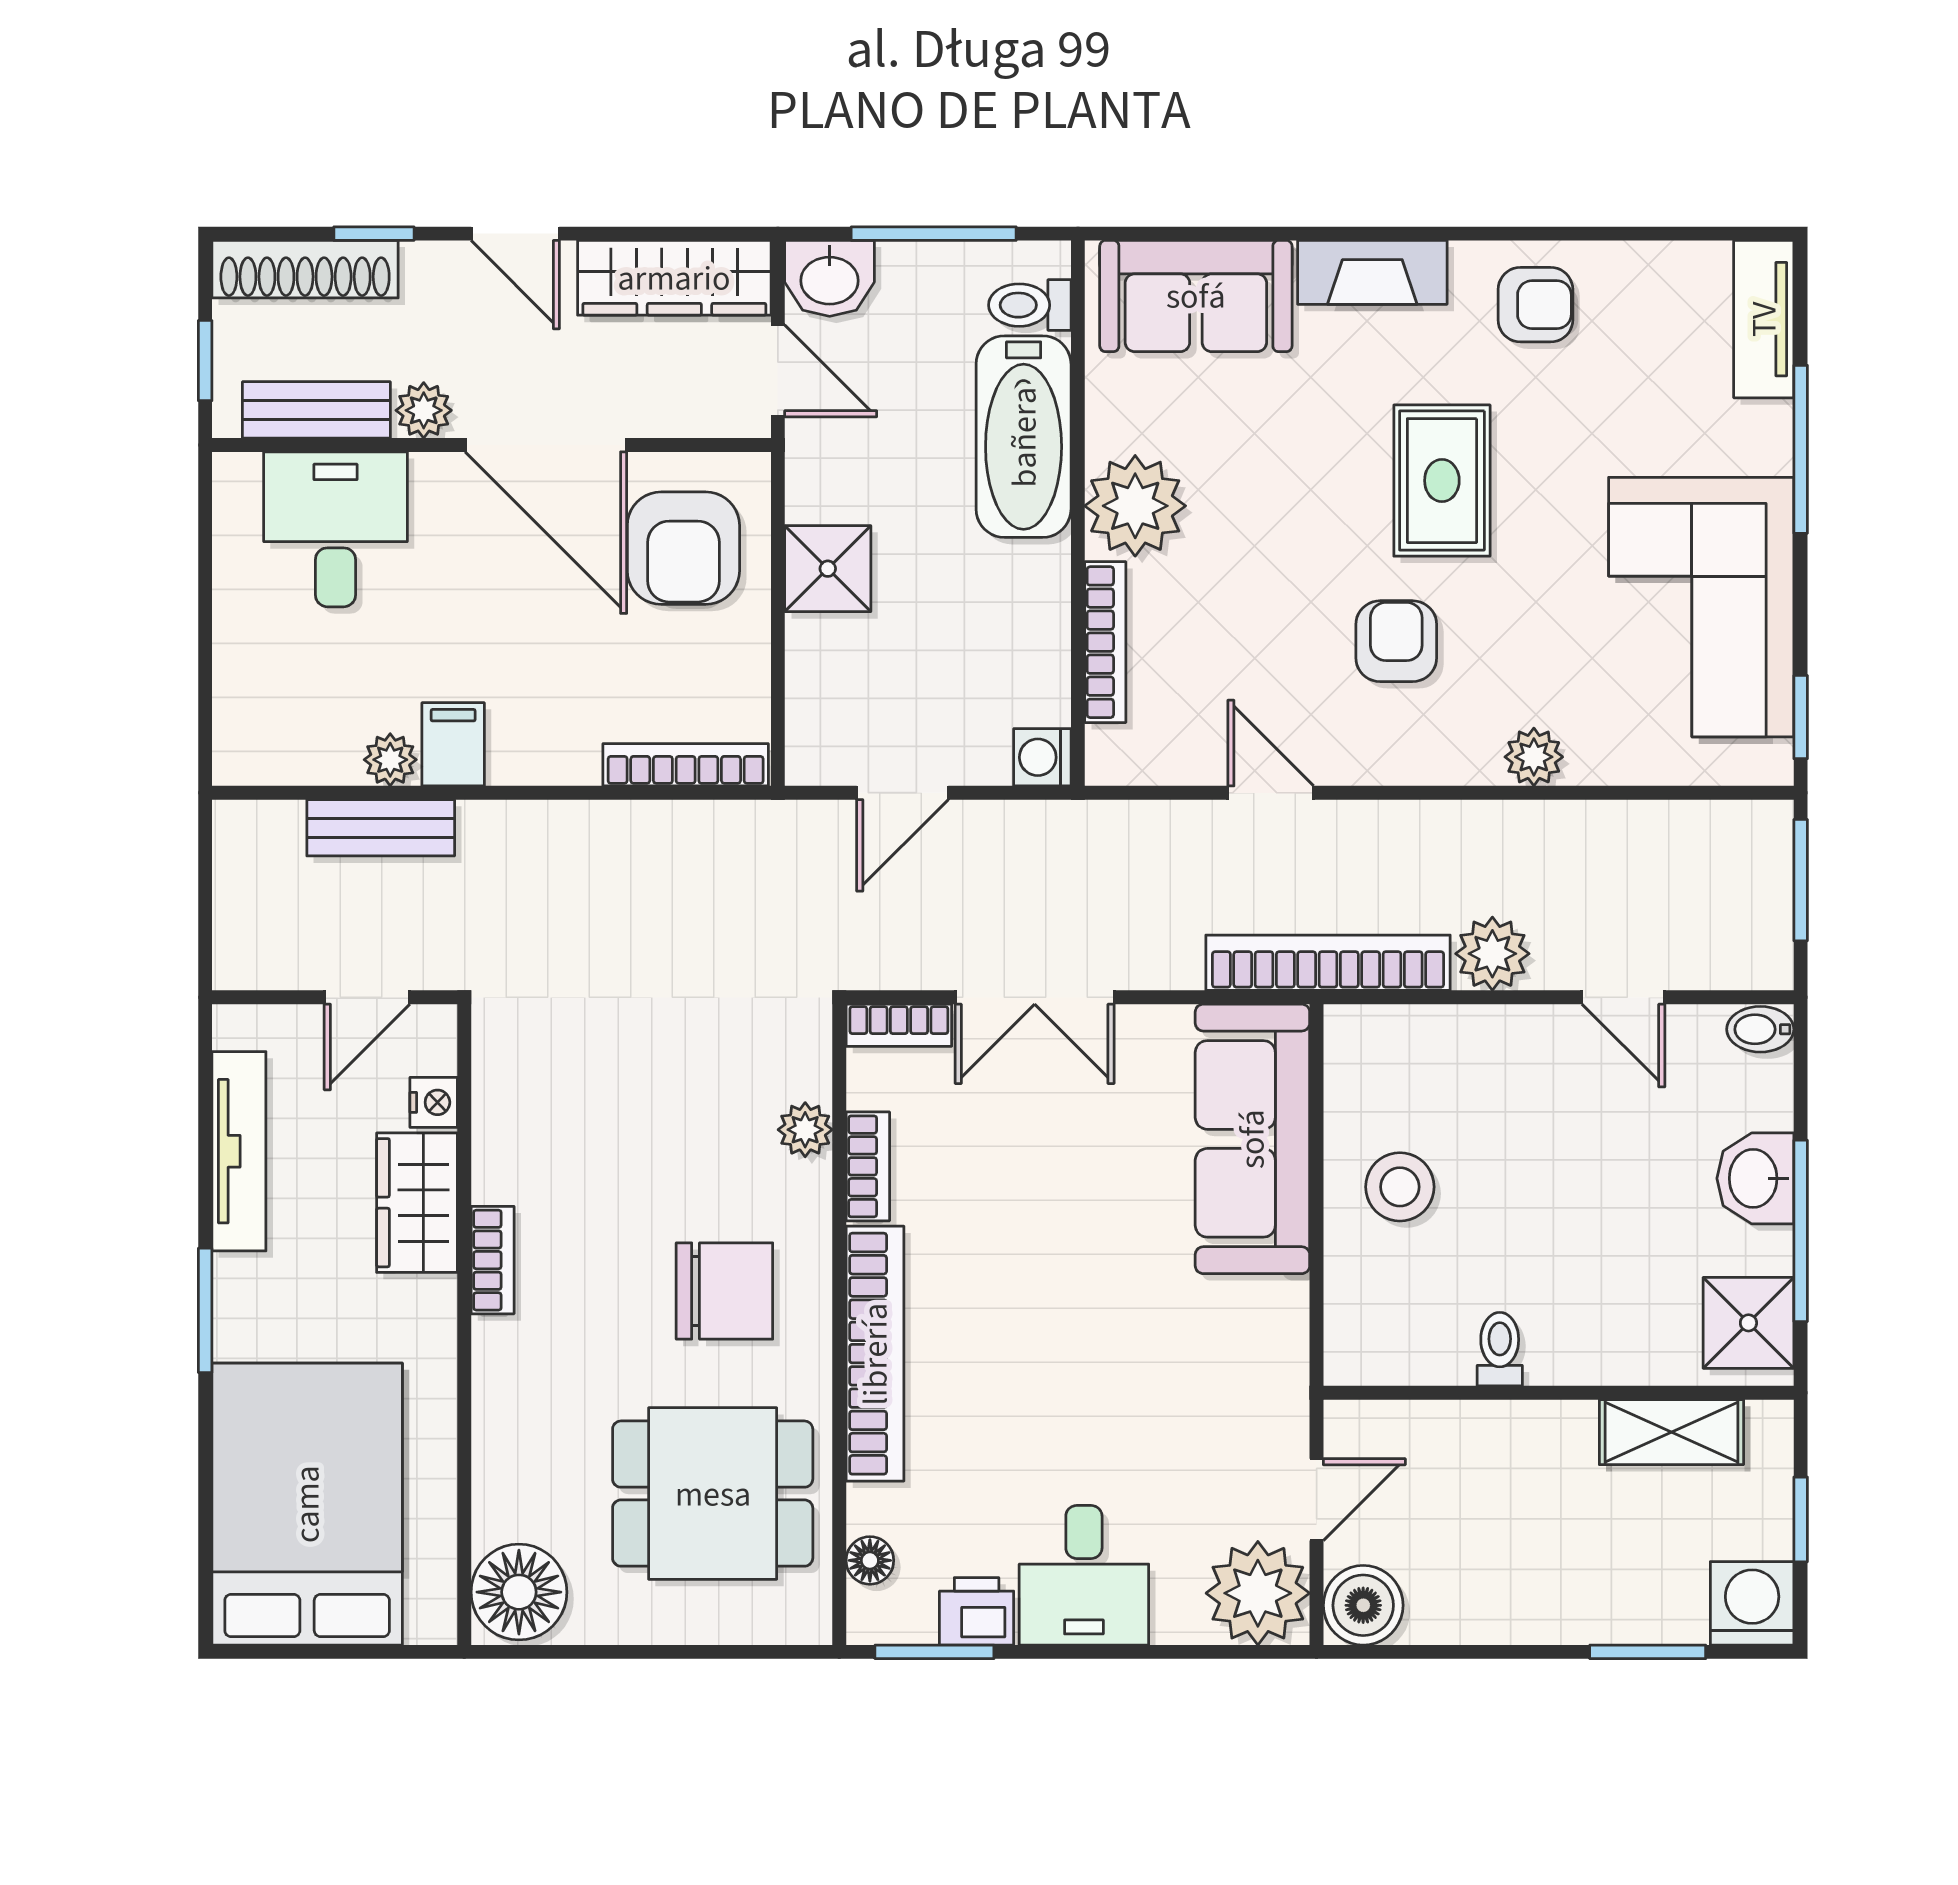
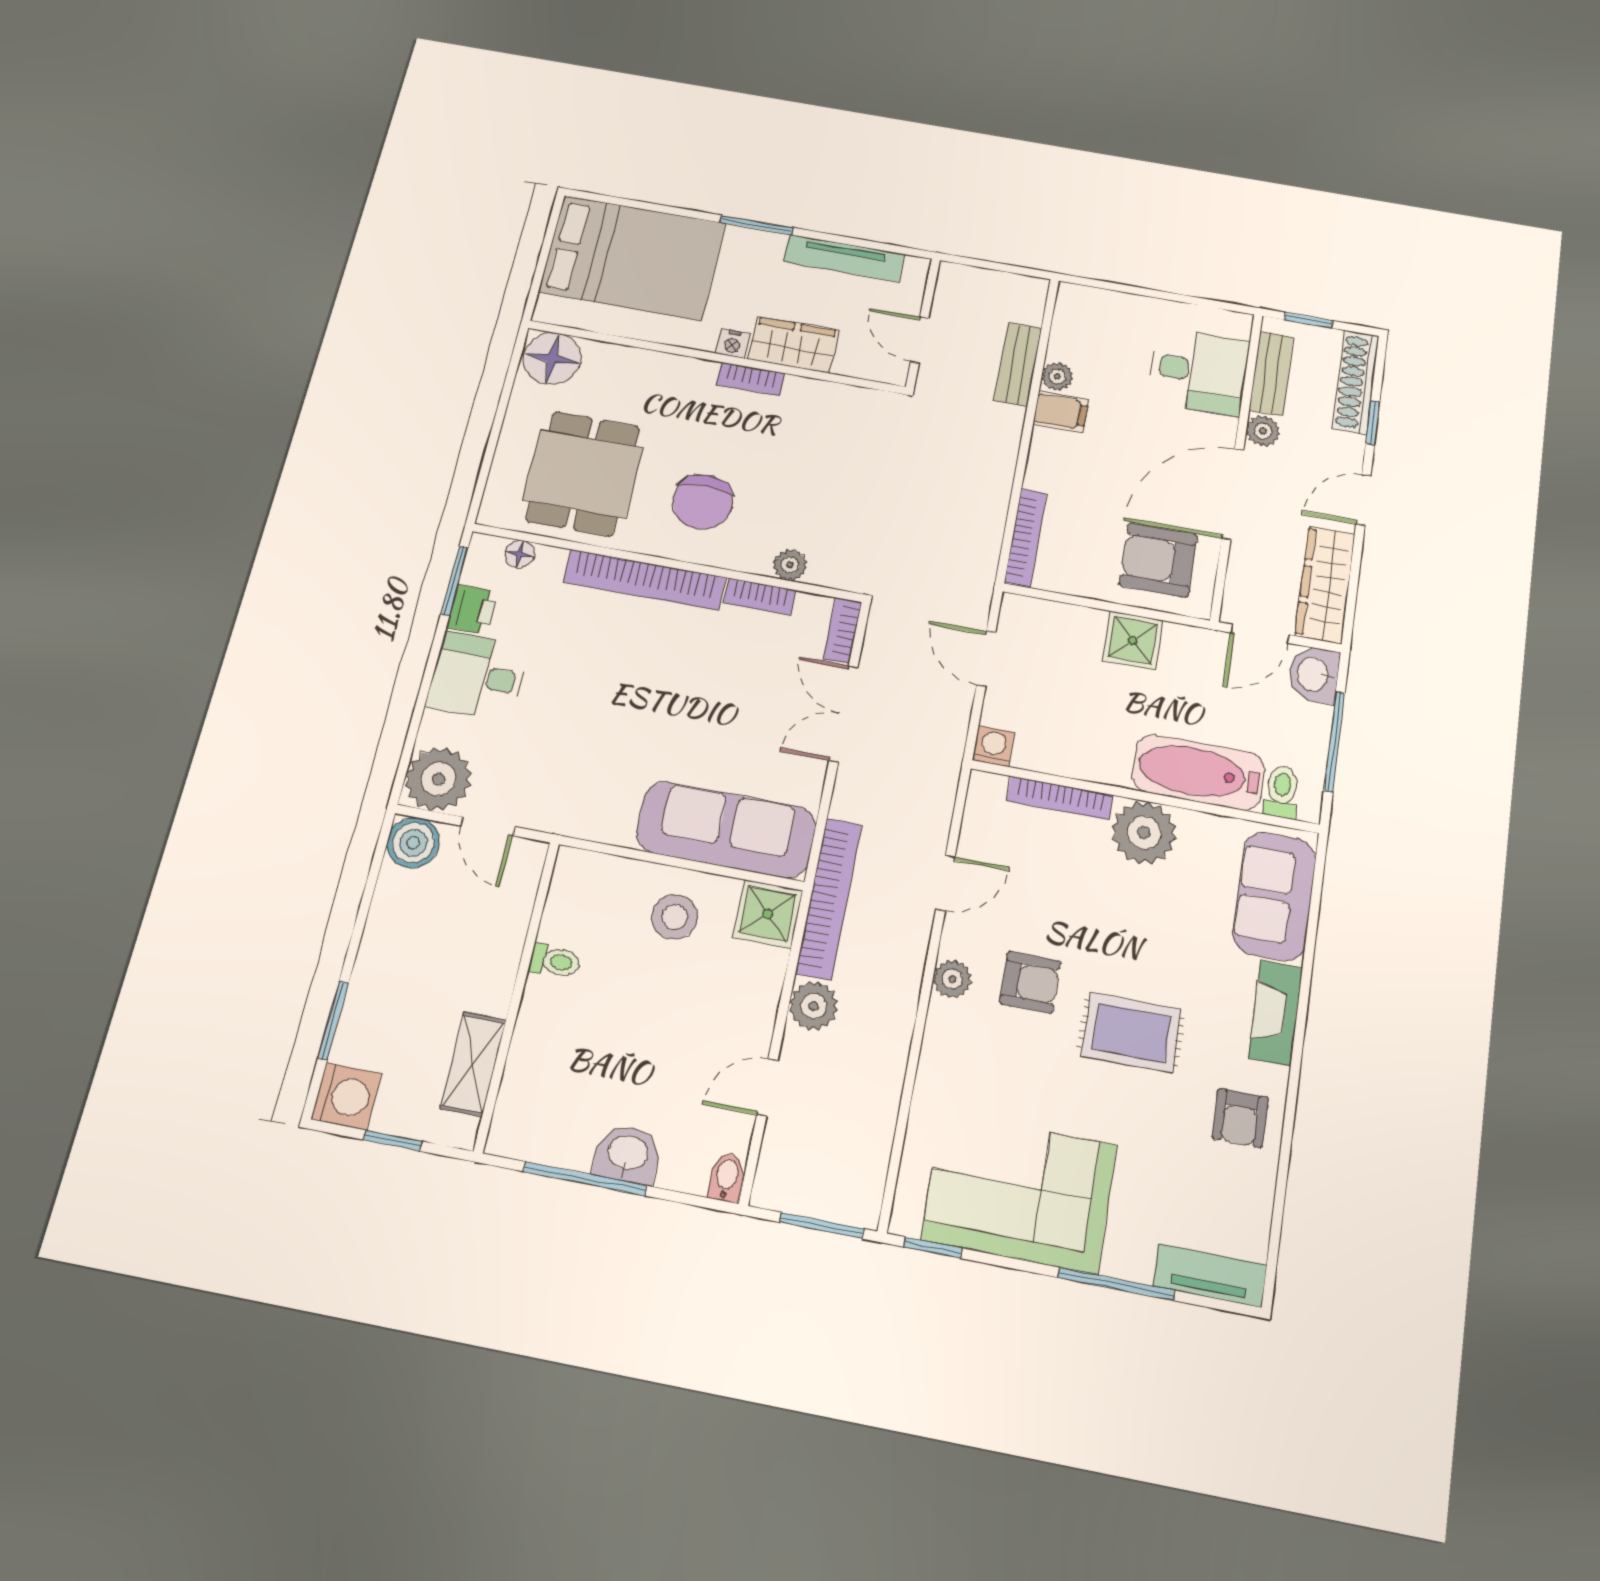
plant: (1534, 757) -> (952, 979), moved
nightstand: (434, 1102) -> (733, 343), moved
shower: (1748, 1323) -> (768, 914), moved

